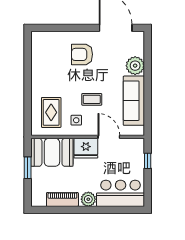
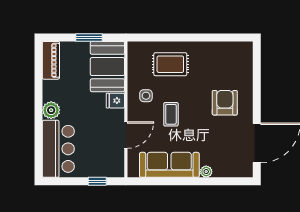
plant: (135, 66) -> (206, 172), width x0.53, depth x0.53
rug: (51, 112) -> (170, 64), moved
fridge: (86, 148) -> (115, 101), width x0.53, depth x0.75
piano: (62, 199) -> (51, 60), moved

